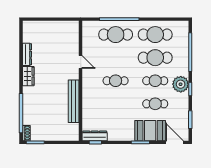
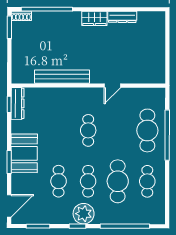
cafe table: (155, 35) -> (147, 181), width x0.73, depth x0.74
booth: (150, 131) -> (24, 153), moved

